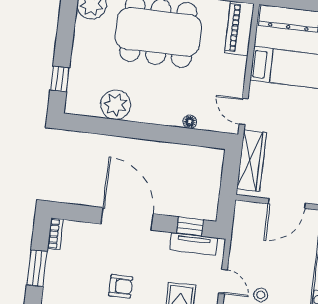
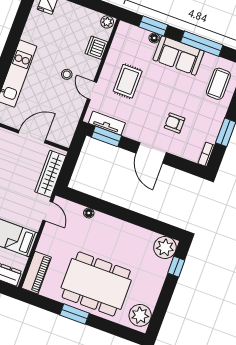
plant: (116, 105) -> (165, 247), moved
door: (127, 219) -> (151, 153), width x0.73
window: (190, 226) -> (107, 136), width x1.50
armchair: (121, 286) -> (175, 123), moved

